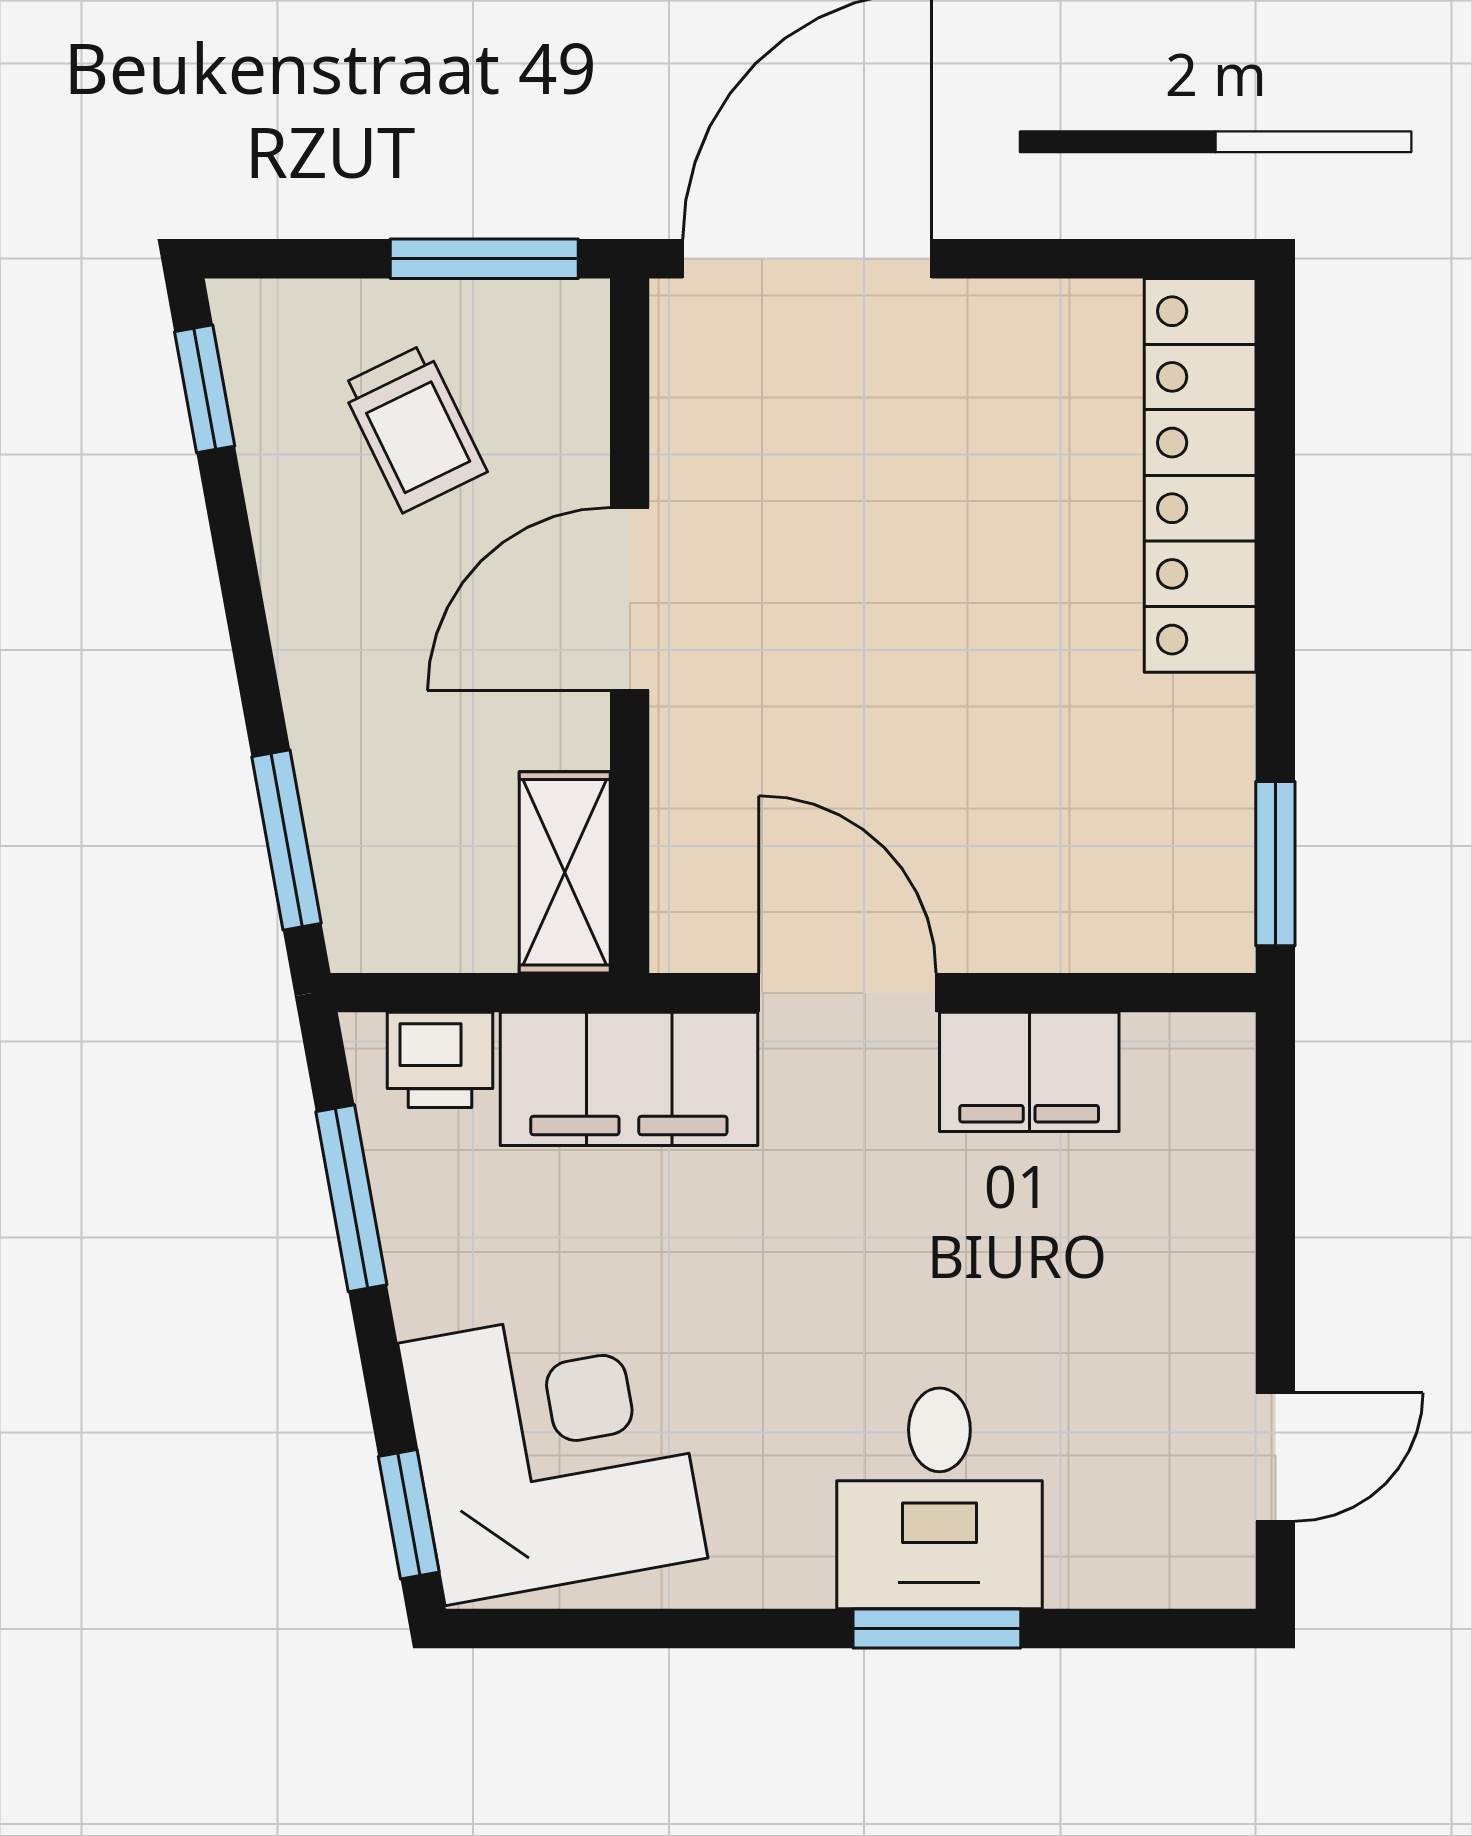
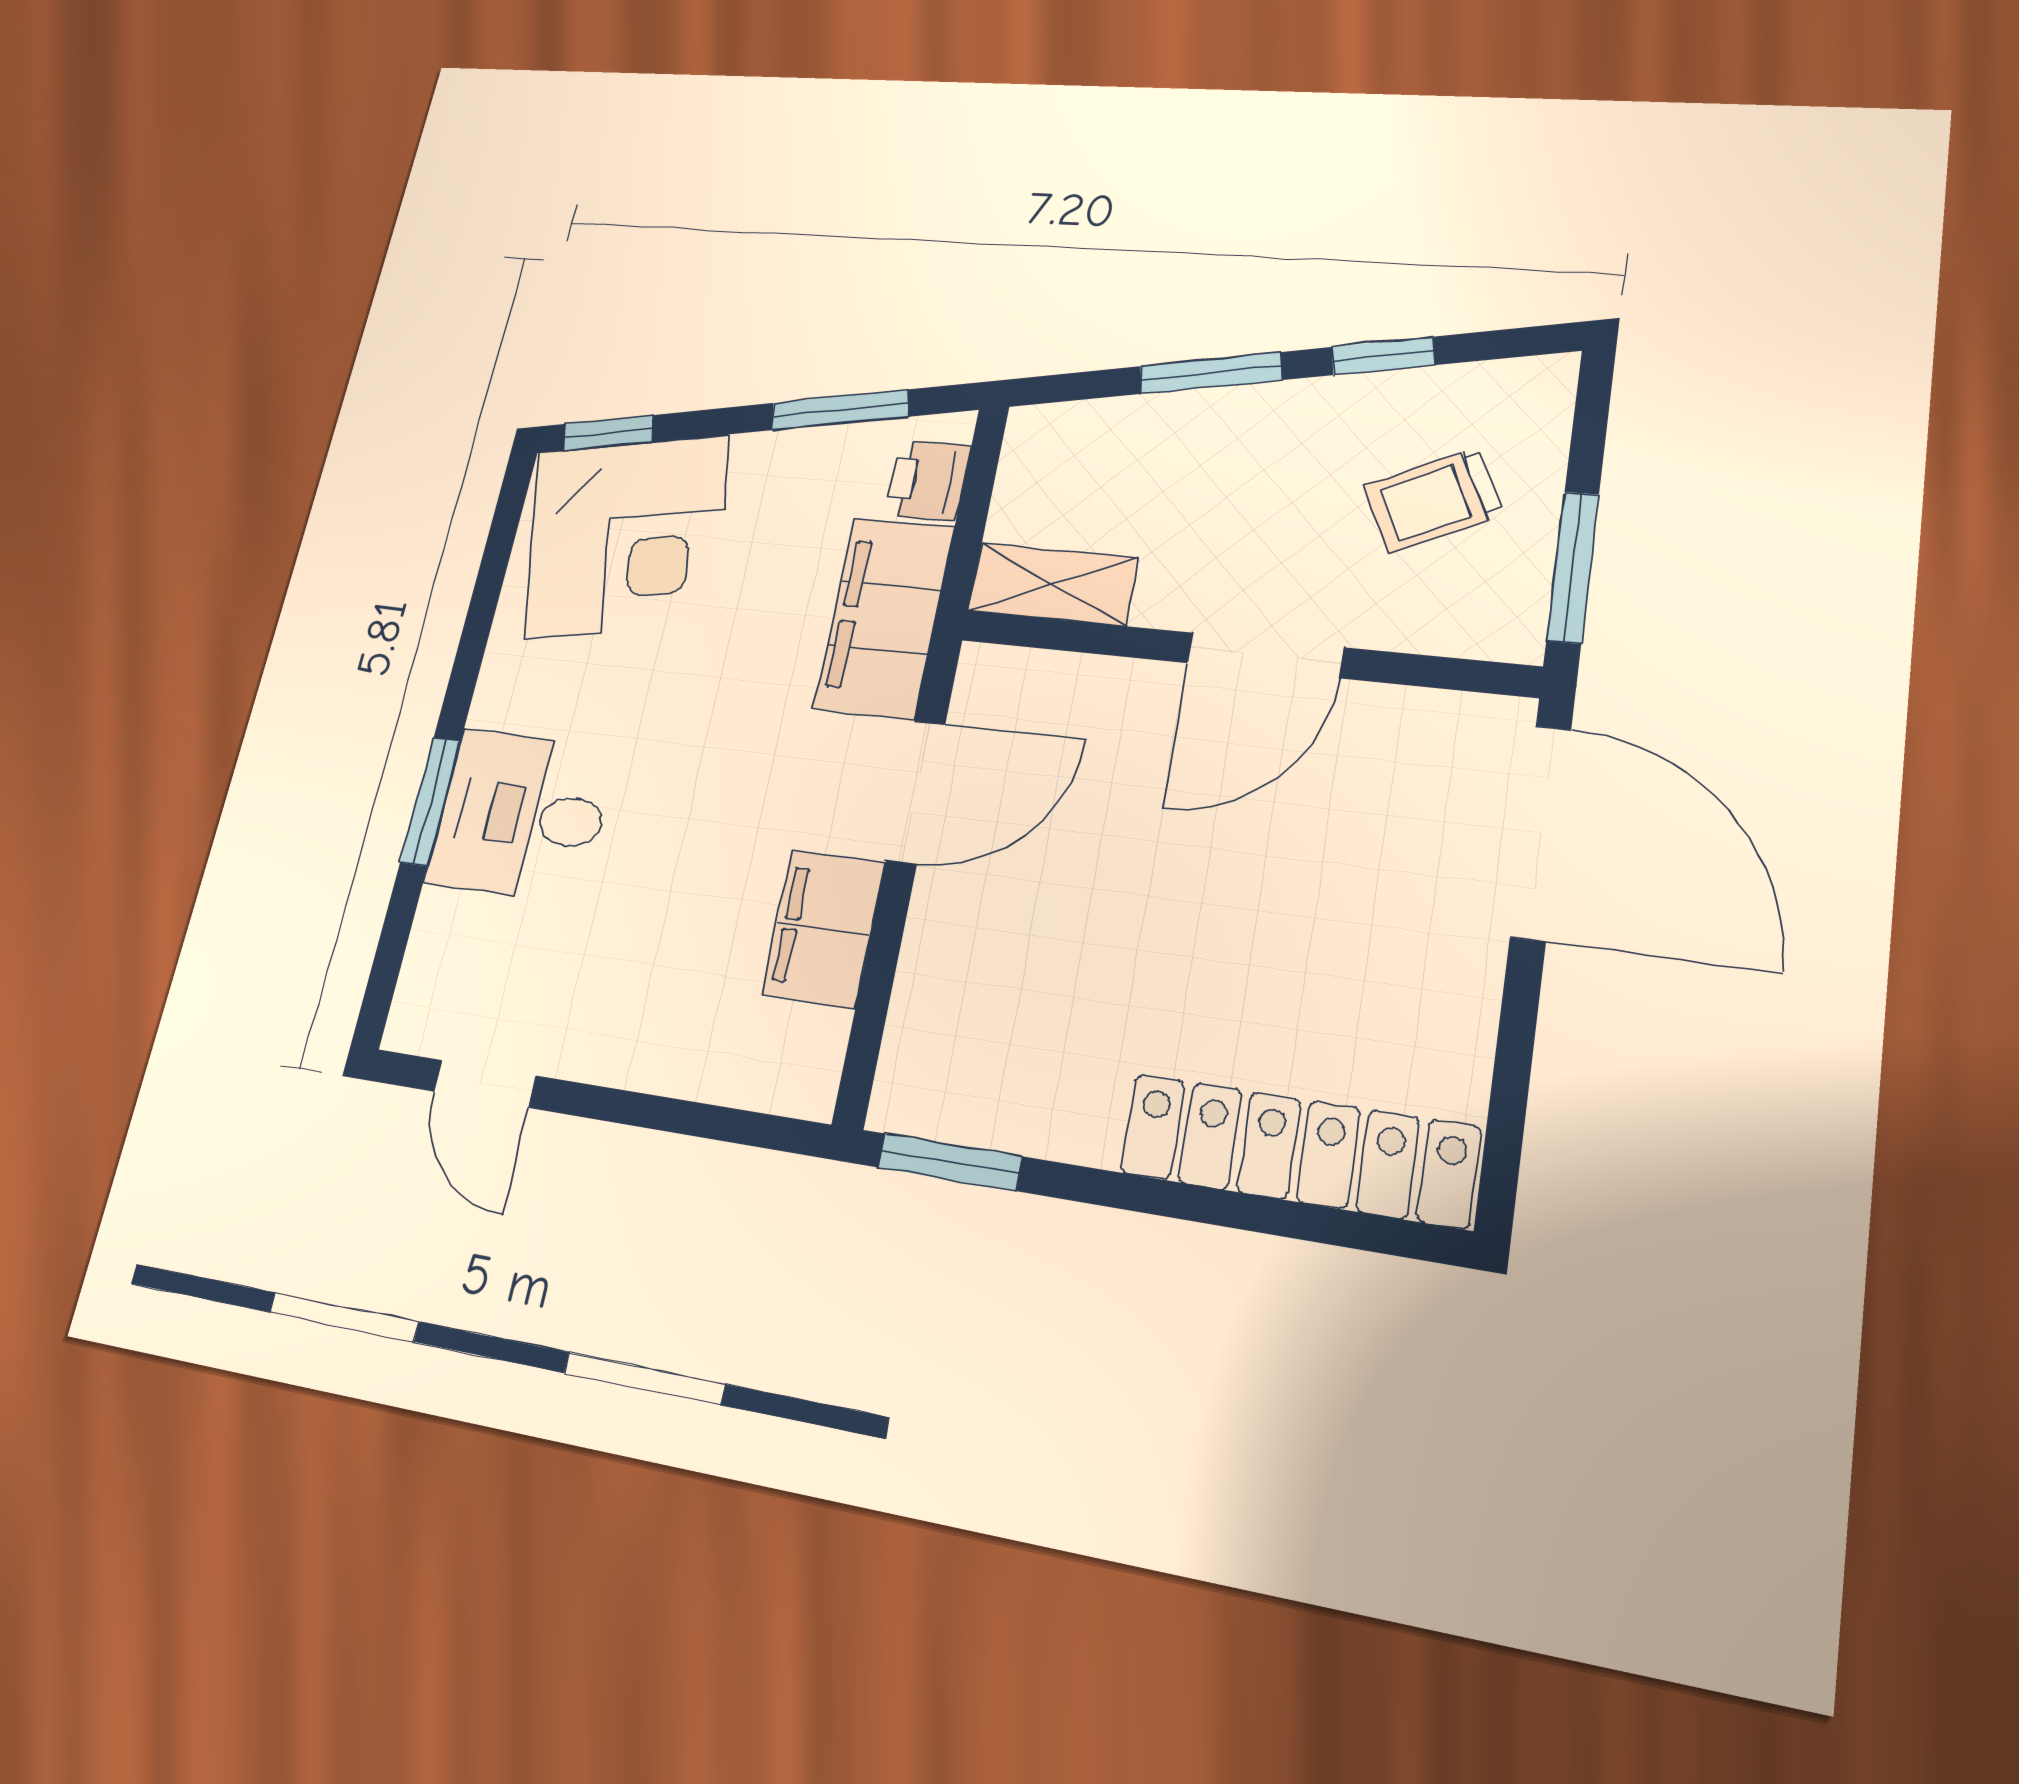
window: (205, 389) -> (1383, 356), moved
door: (630, 599) -> (1265, 655), swing flipped
window: (286, 840) -> (1211, 373), moved

